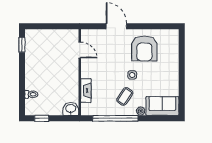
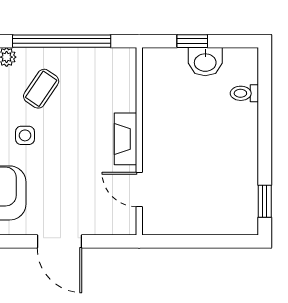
fireplace: (86, 91) -> (126, 139), moved
washbasin: (71, 109) -> (205, 62), moved
window: (42, 118) -> (192, 41), moved

